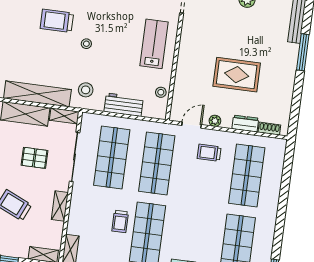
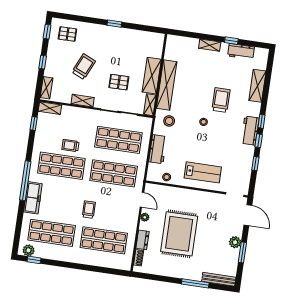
rug: (237, 75) -> (179, 234), width x1.37, depth x1.44
trolley: (209, 153) -> (89, 210), moved
pallet: (34, 158) -> (119, 82), turned 90

